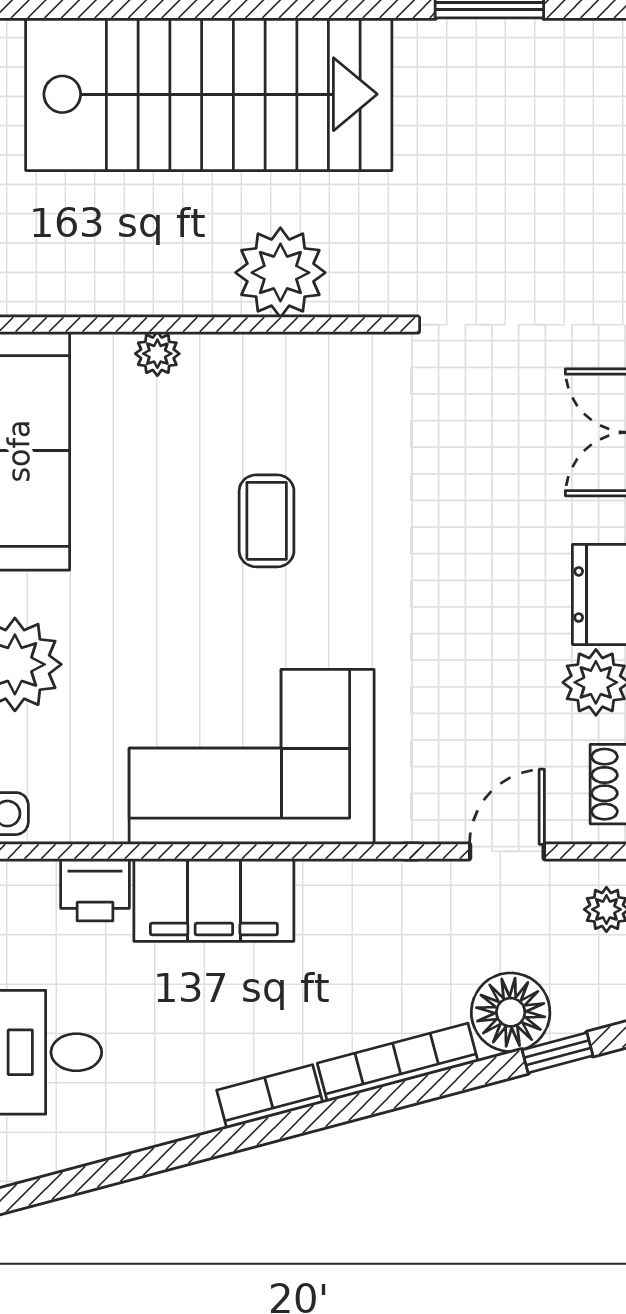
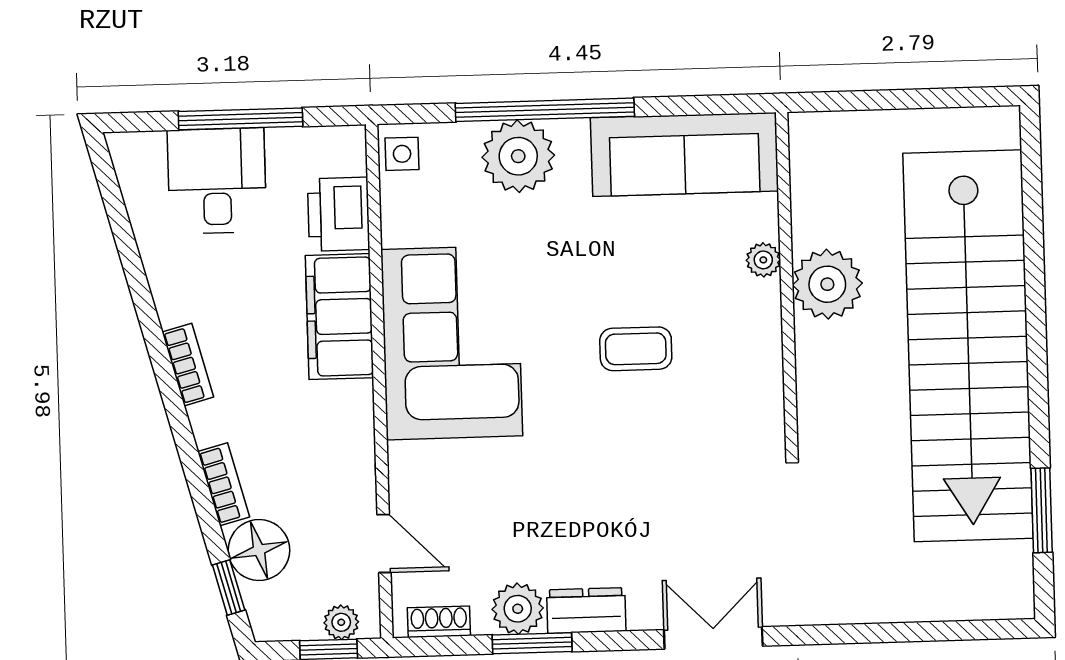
stairs: (209, 94) -> (968, 346), width x1.36
plant: (280, 273) -> (827, 284), moved
printer: (95, 890) -> (339, 214), width x1.36, depth x1.24
bookcase: (398, 1062) -> (224, 484), width x0.64

